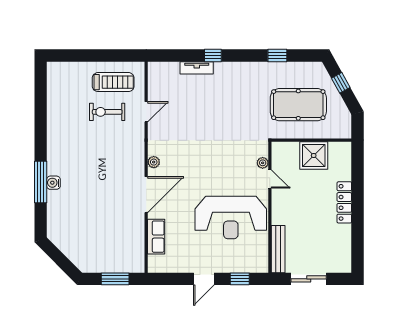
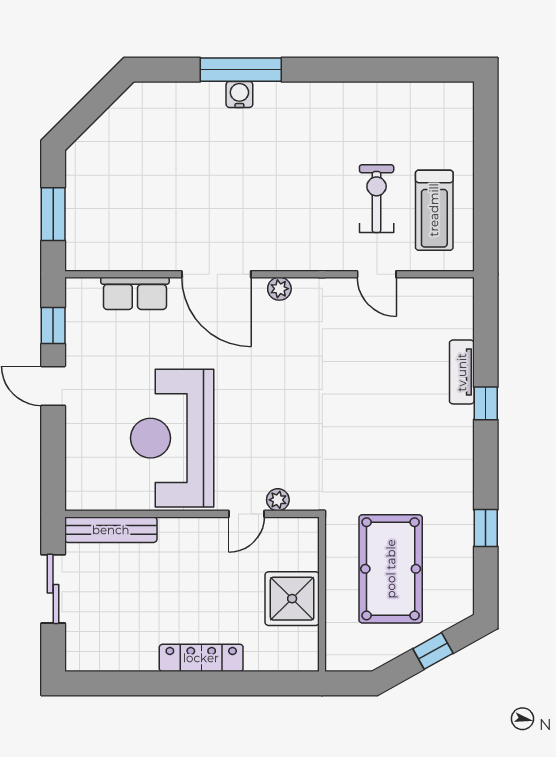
window: (240, 279) -> (53, 326), moved

